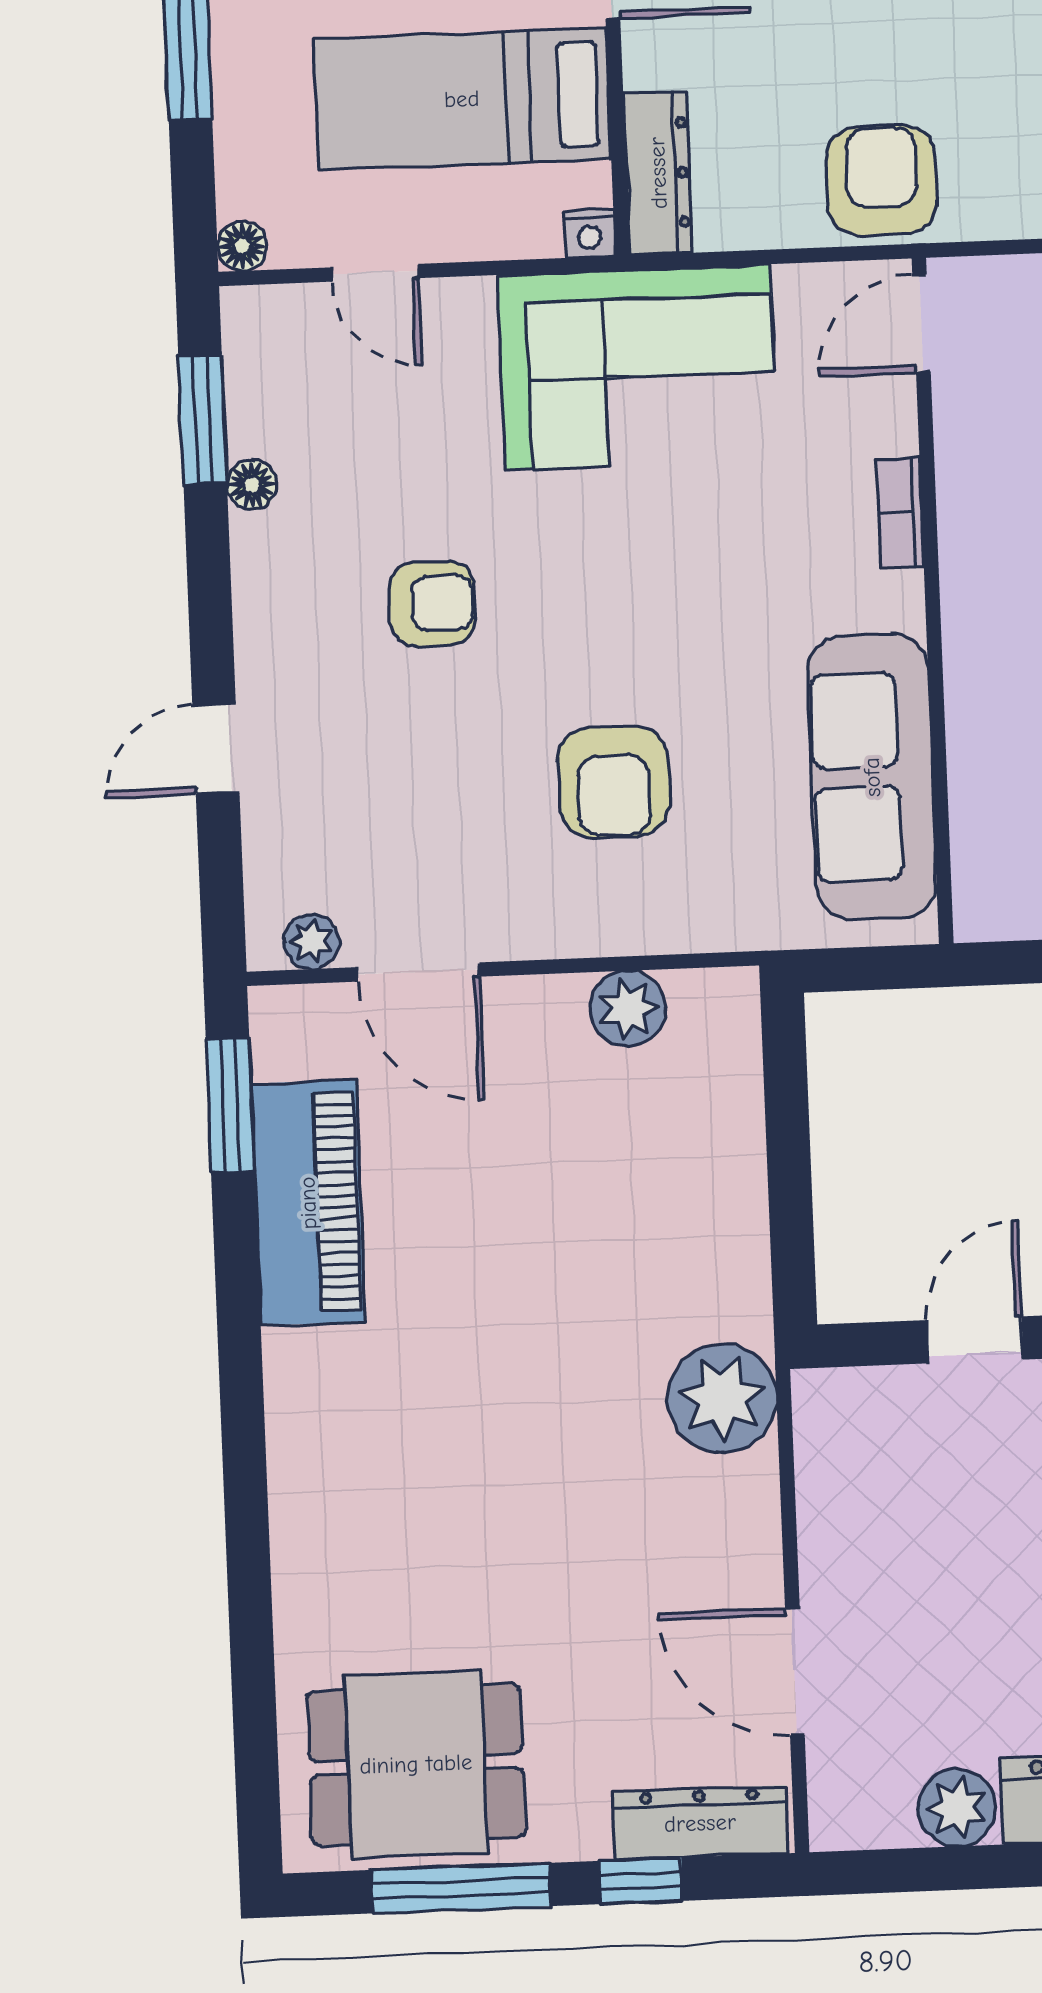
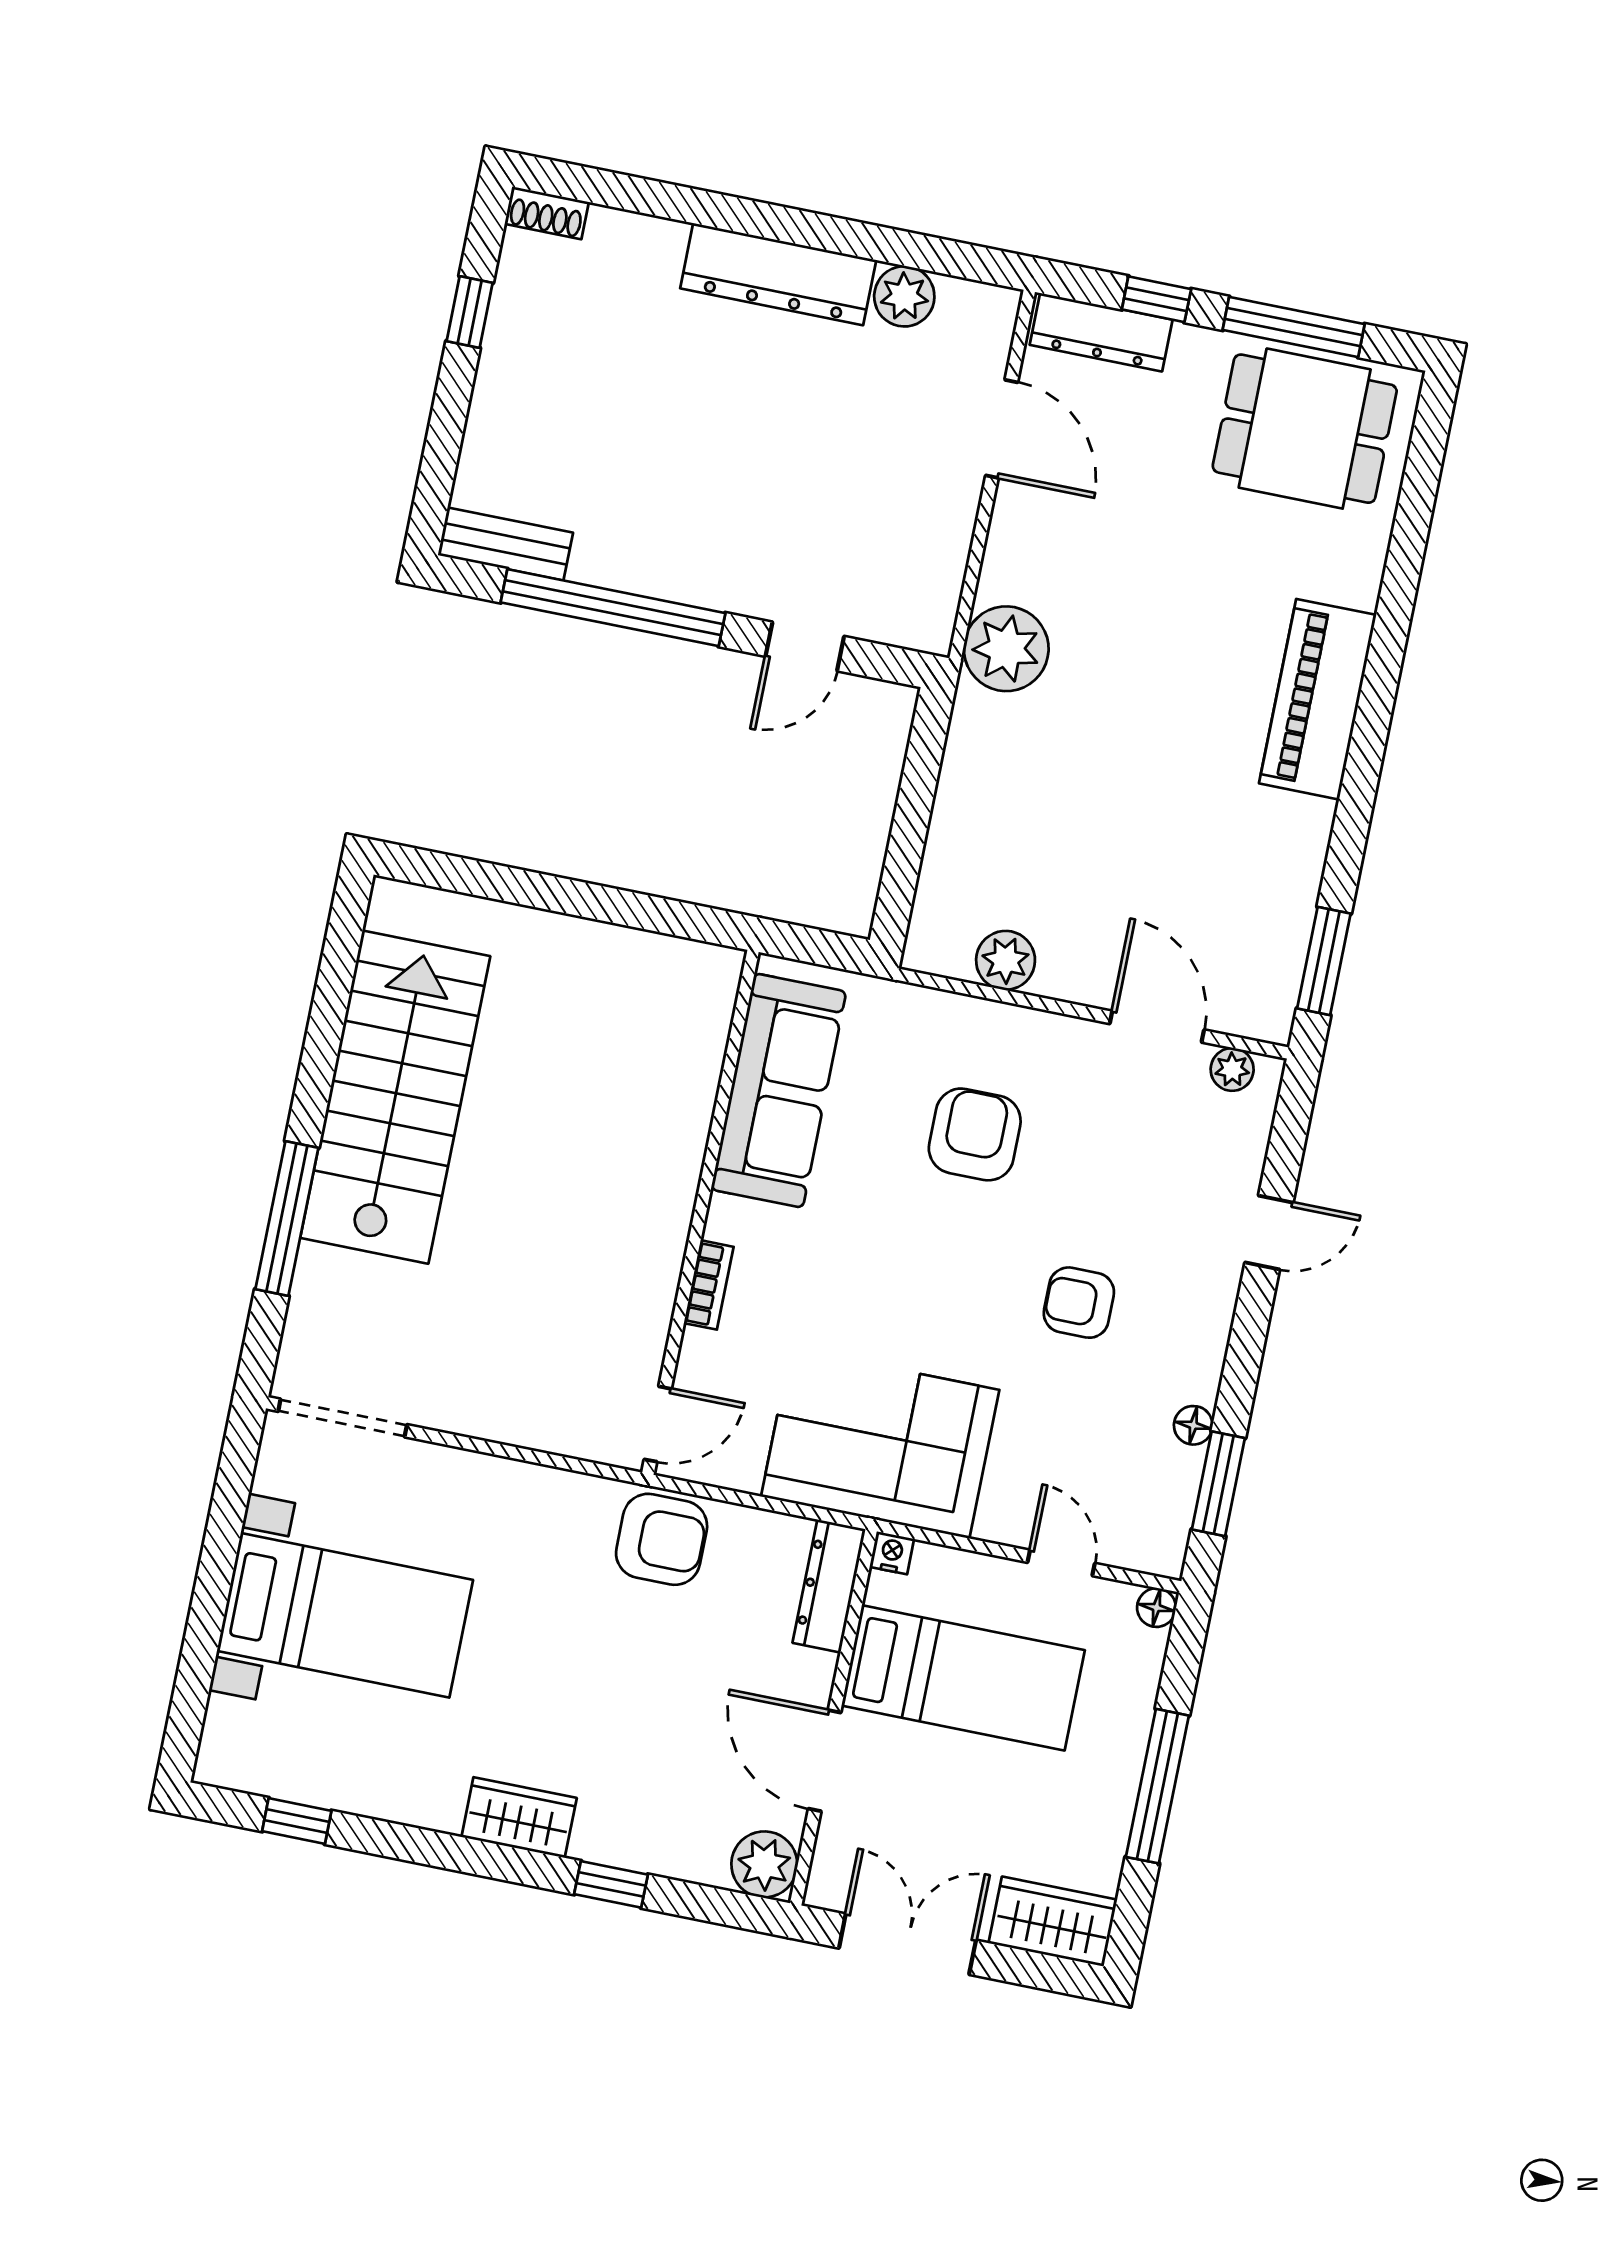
armchair: (882, 180) -> (662, 1539), turned -90
piano: (308, 1203) -> (1318, 699), moved

